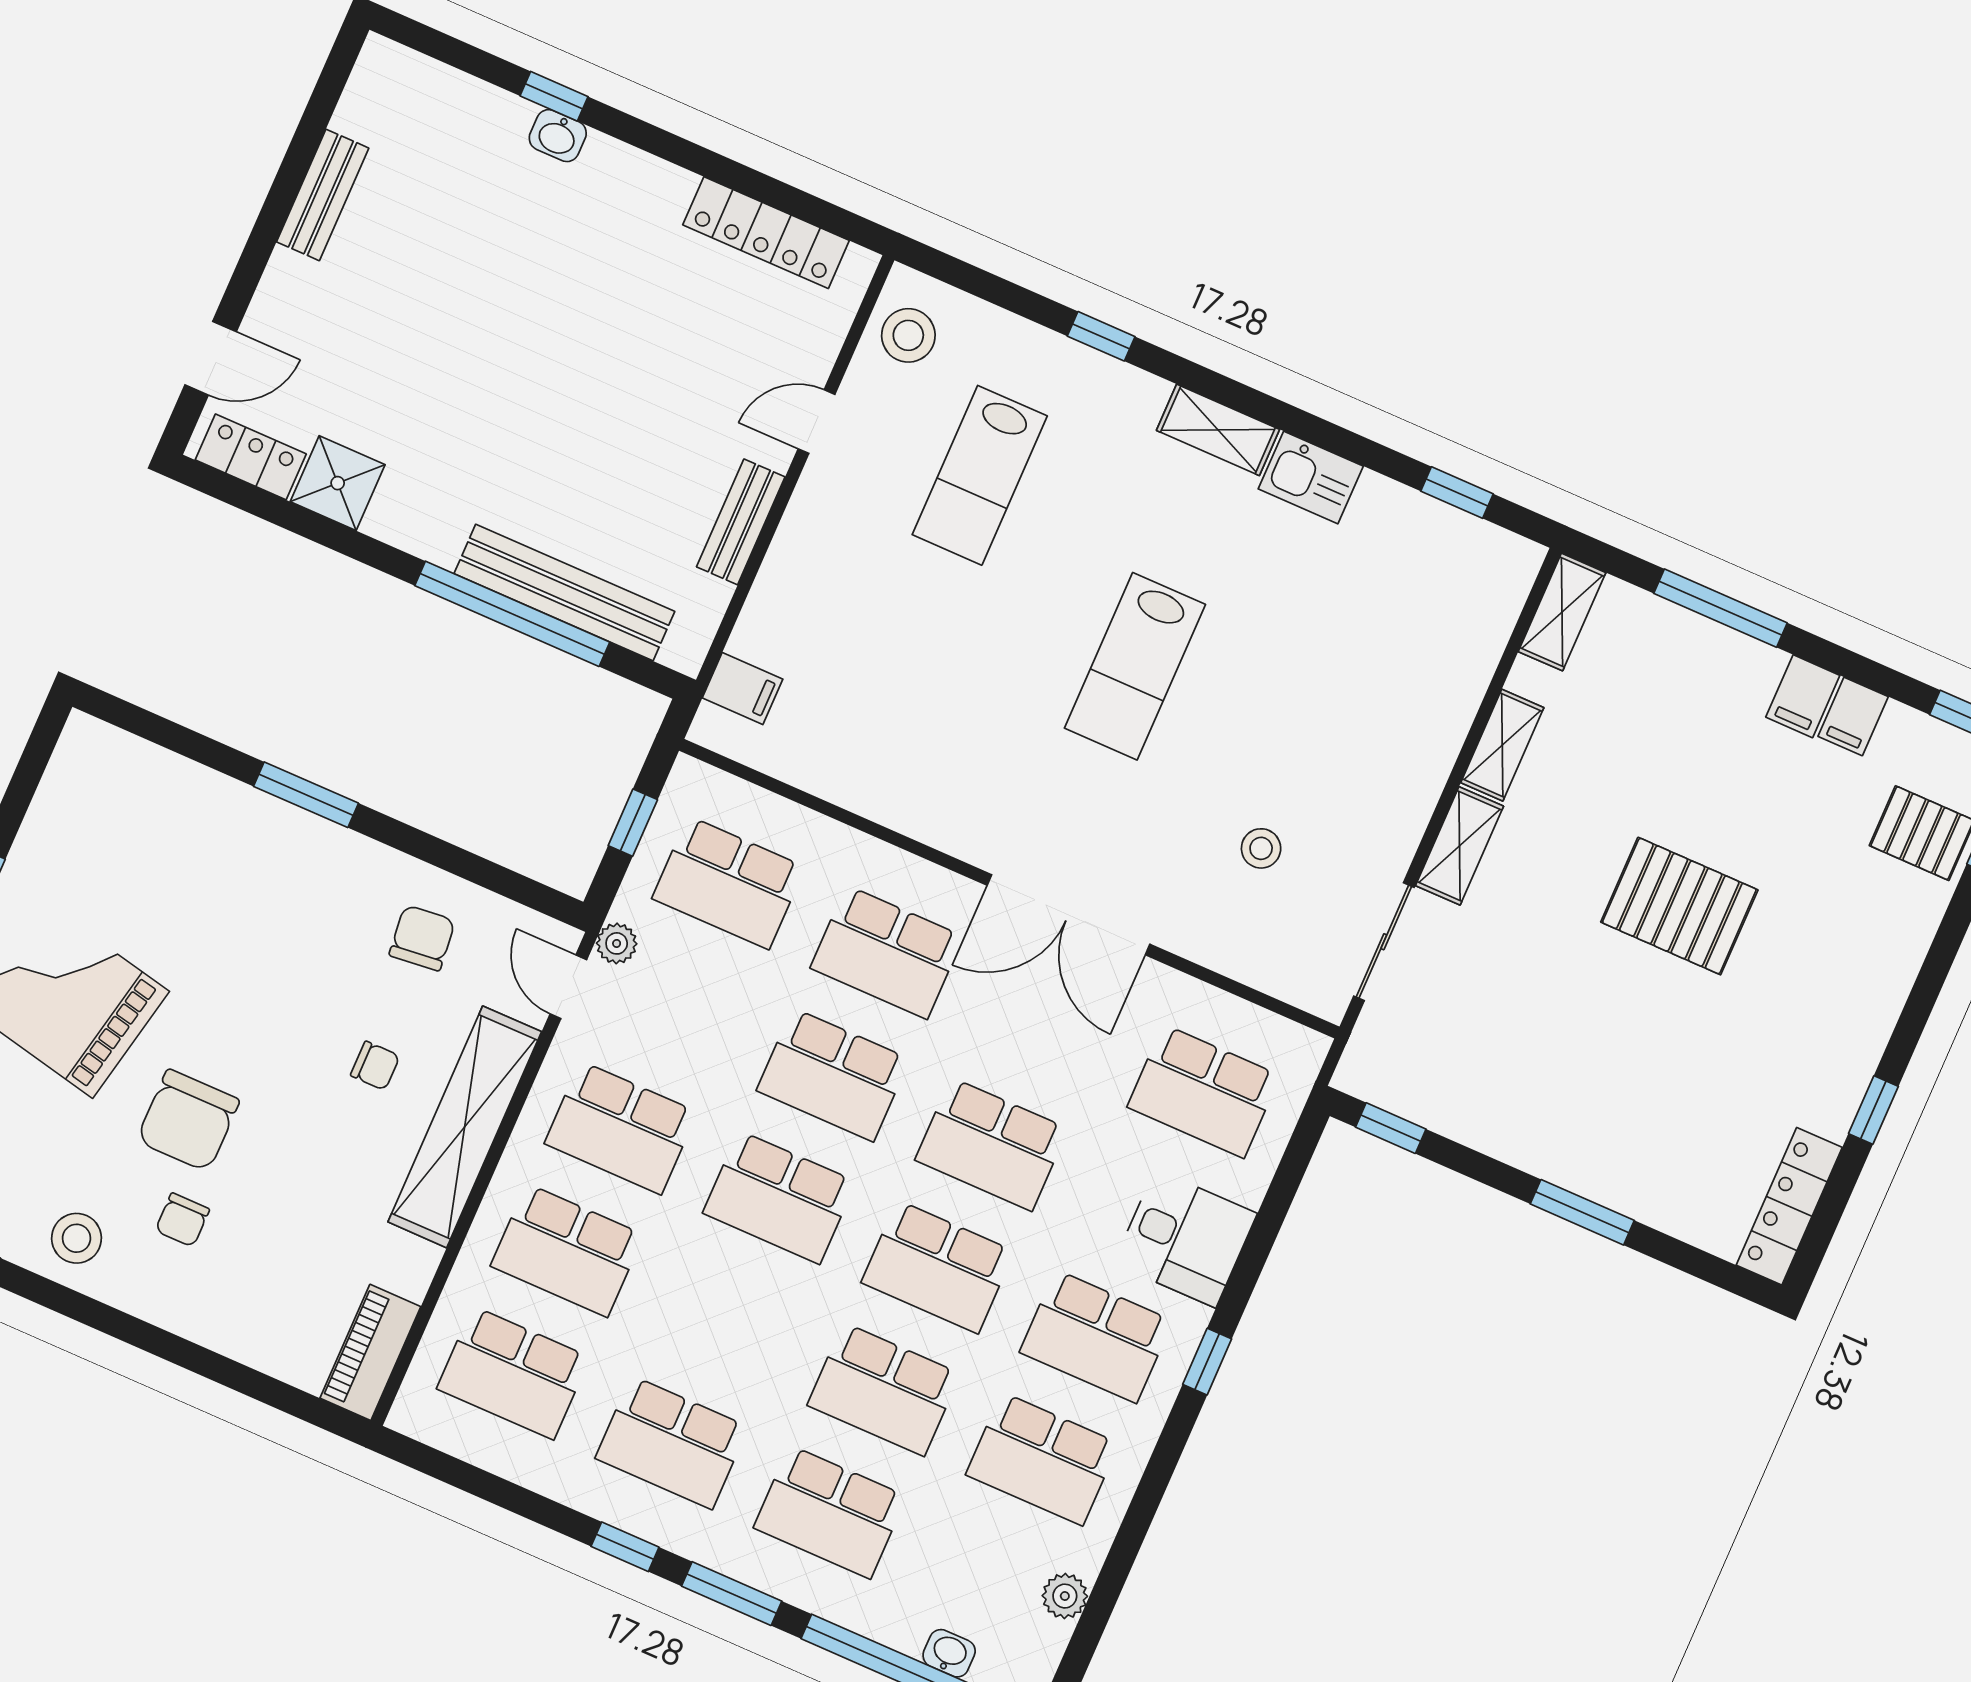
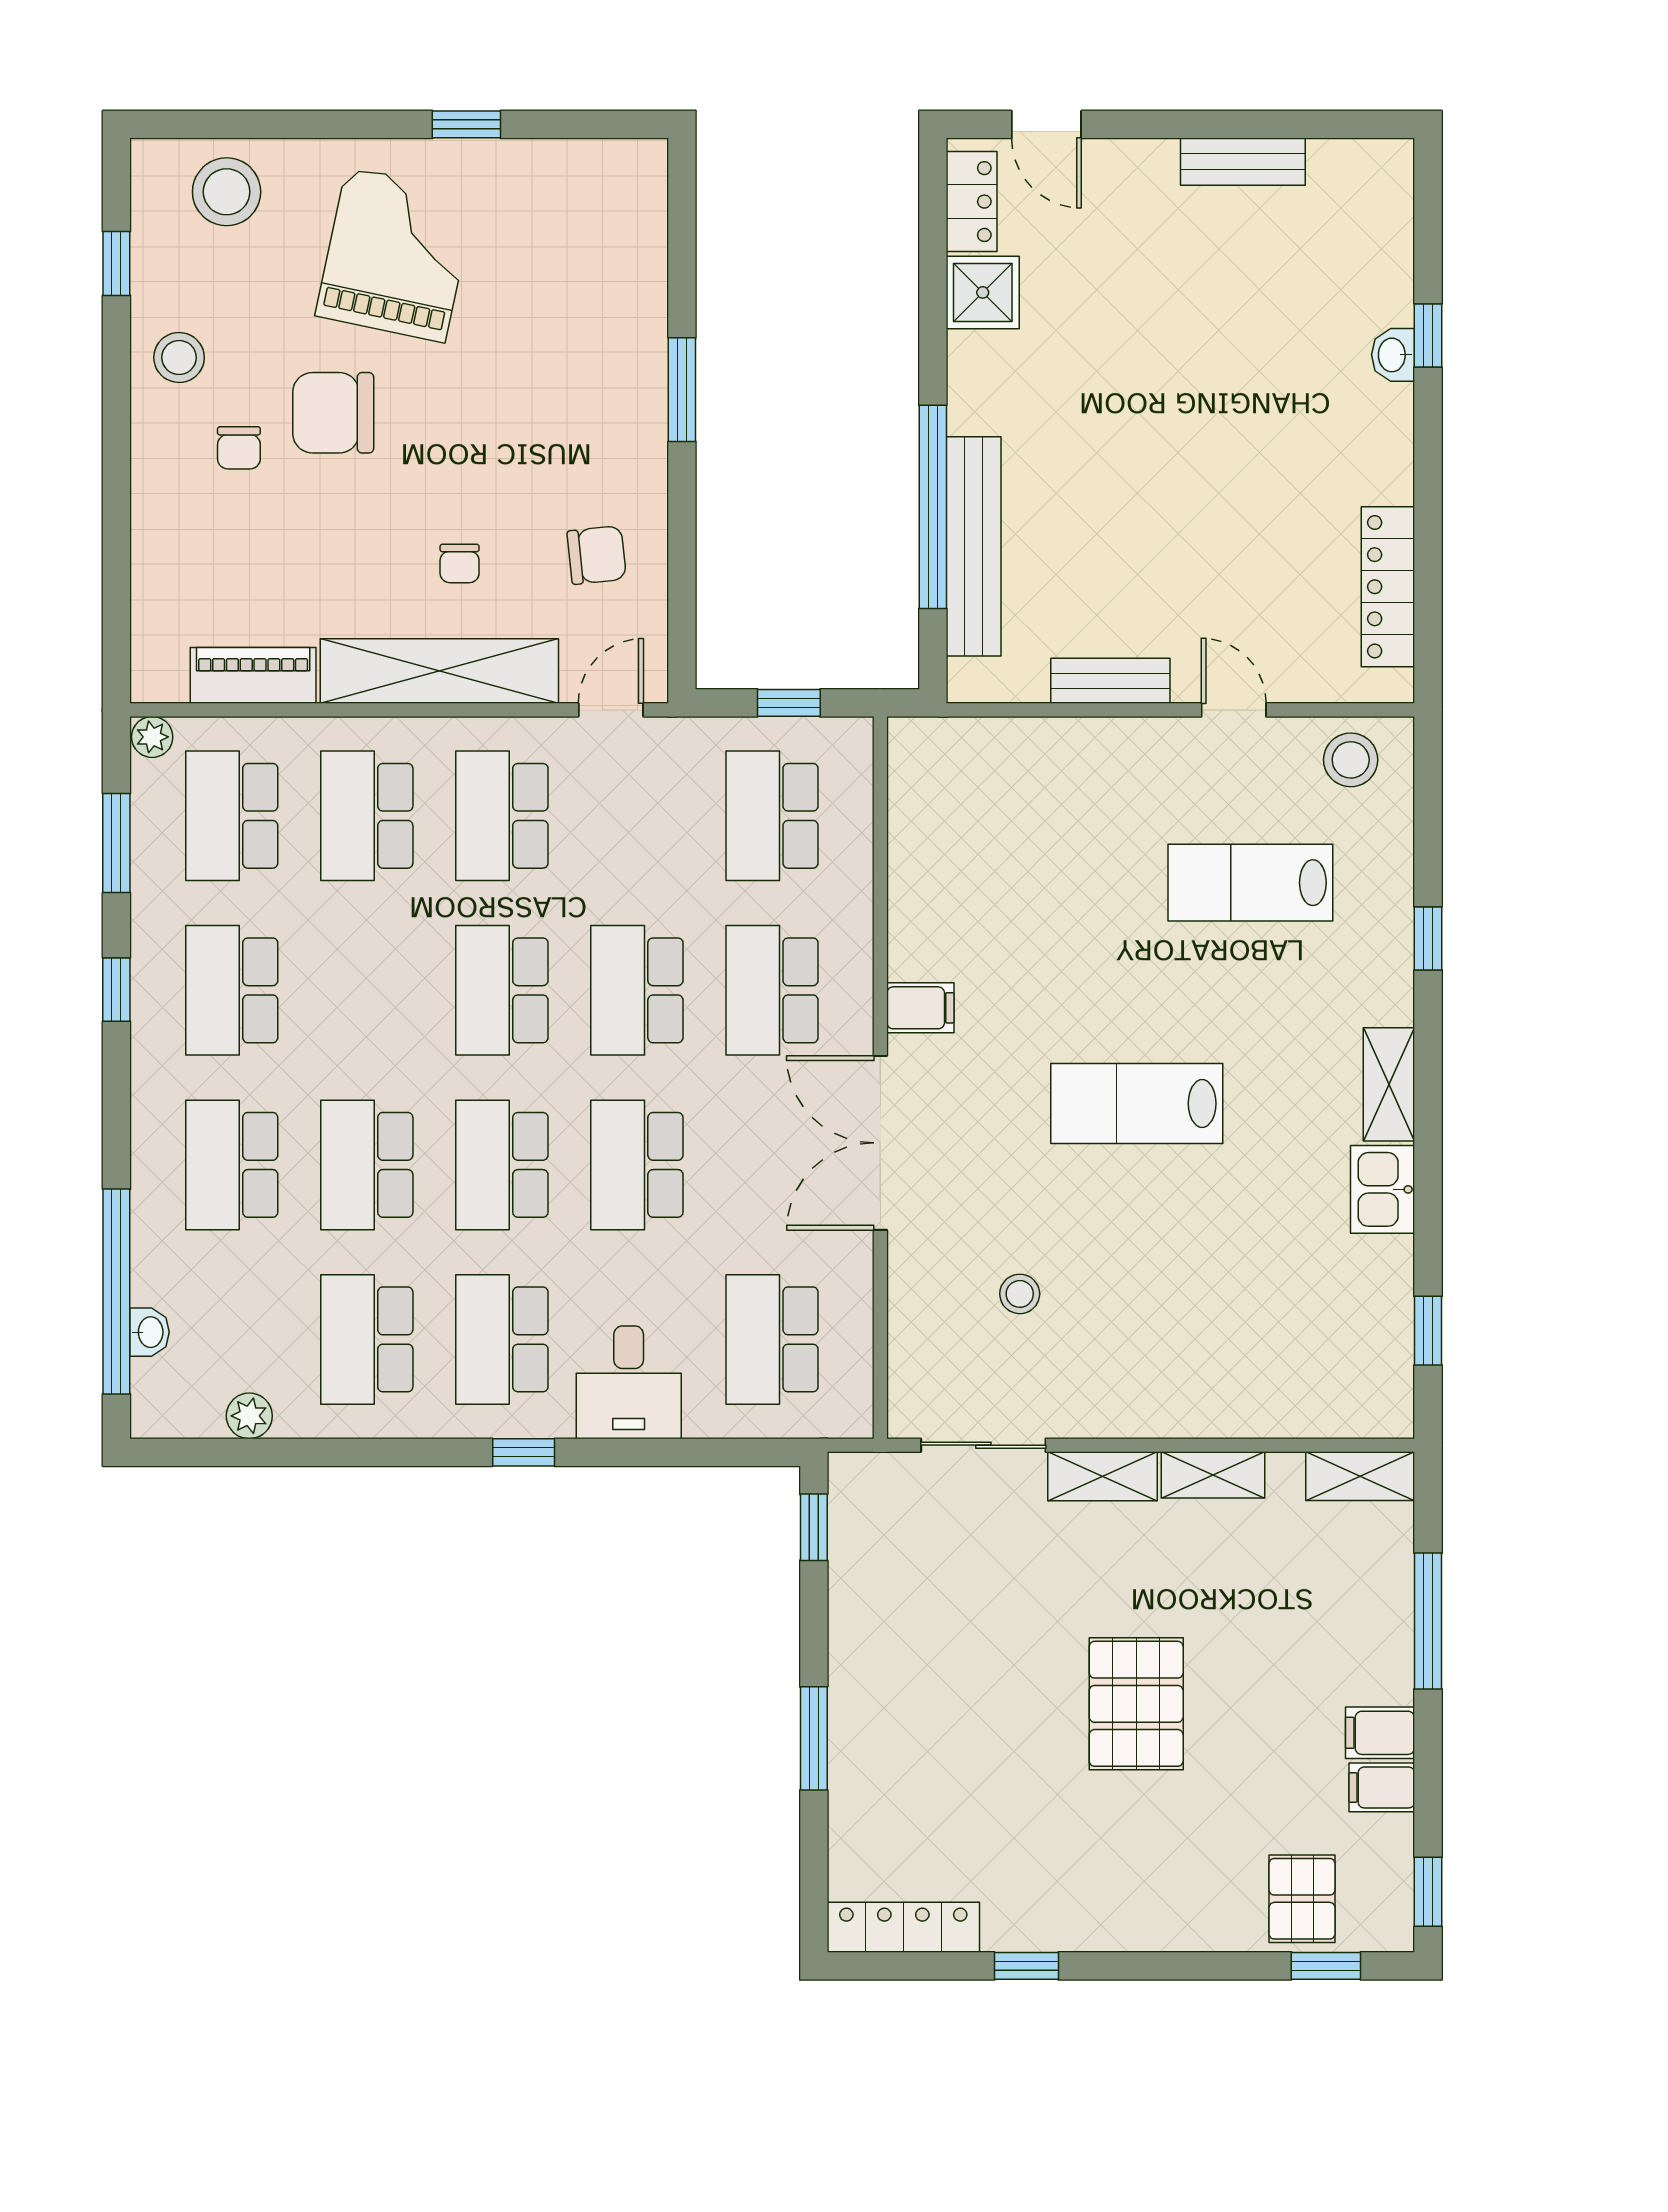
filing cabinet: (743, 689) -> (920, 1008), moved, turned -90
plant: (617, 943) -> (152, 737), moved
chair: (182, 1220) -> (239, 448), turned -90
piano: (370, 1352) -> (253, 675), moved
window: (732, 1594) -> (116, 843), moved

